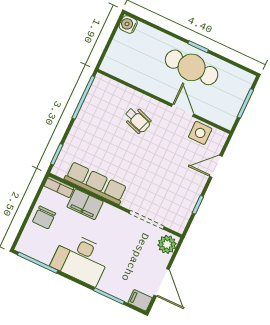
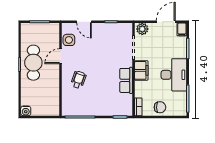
row of seats: (96, 183) -> (126, 80), width x0.68
filing cabinet: (85, 204) -> (141, 70), moved

